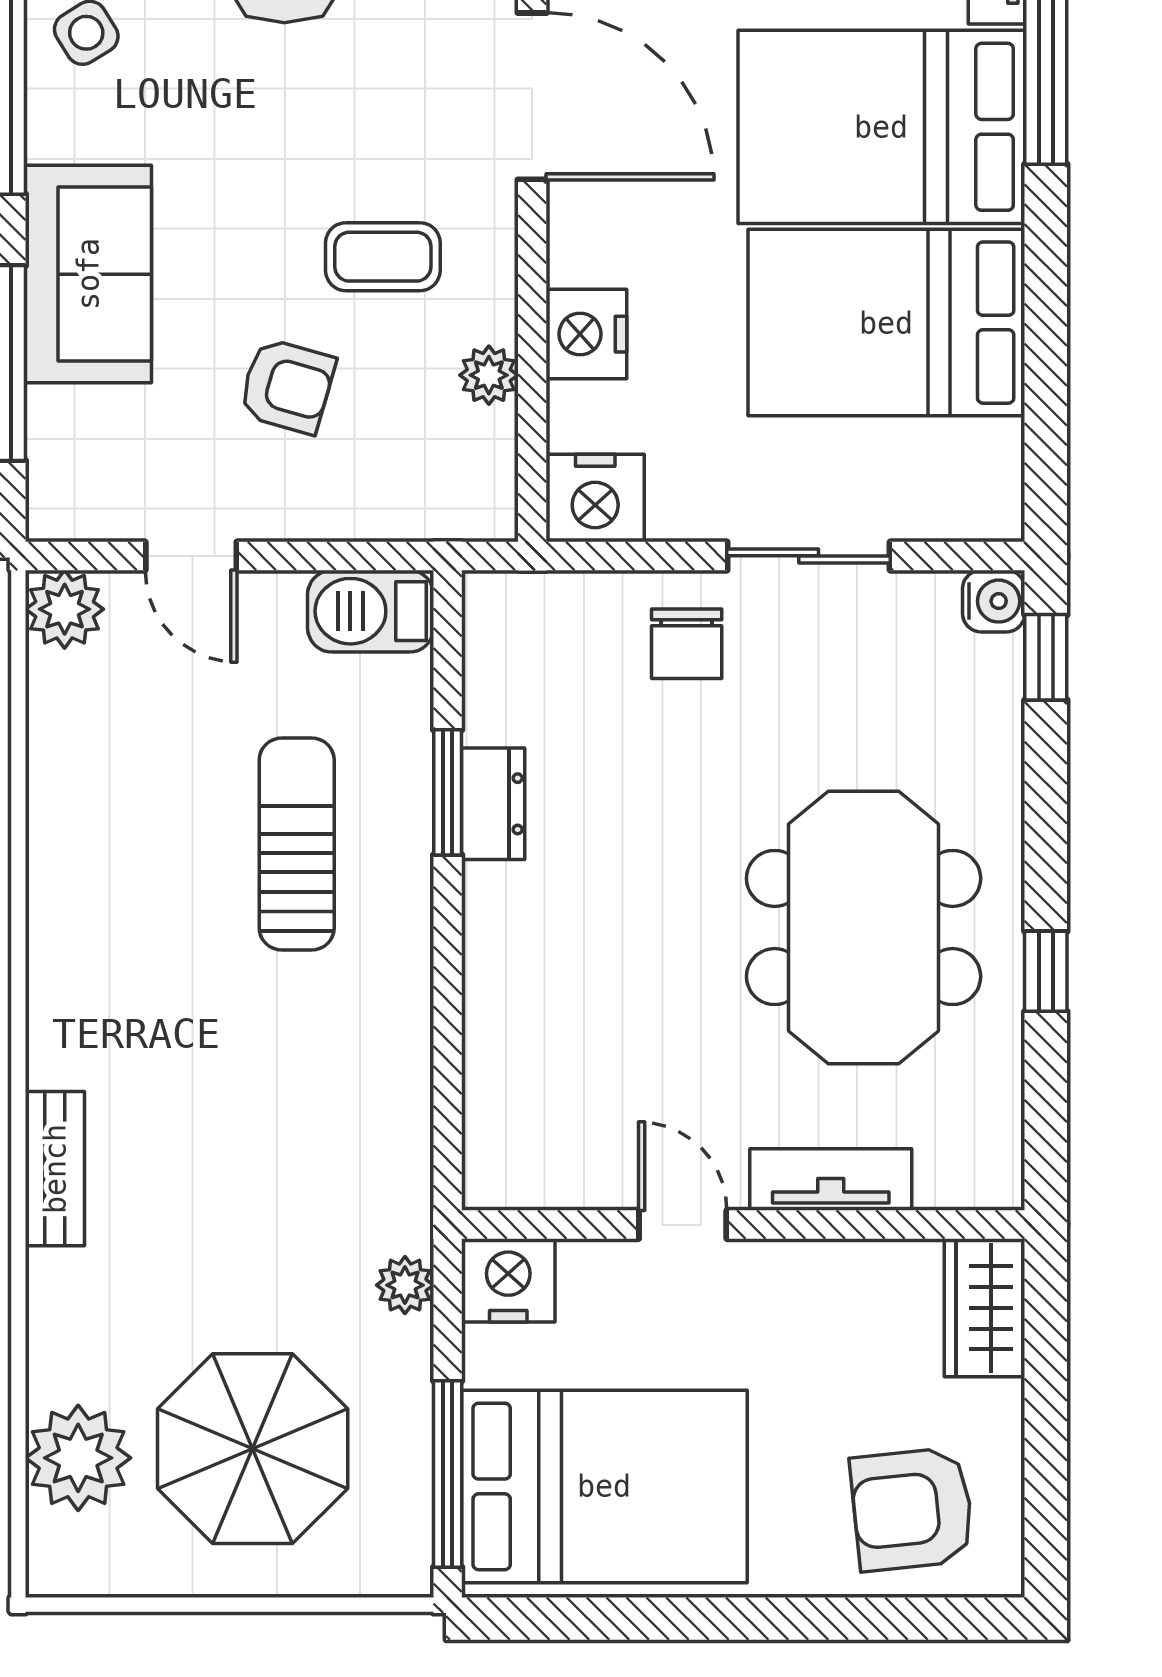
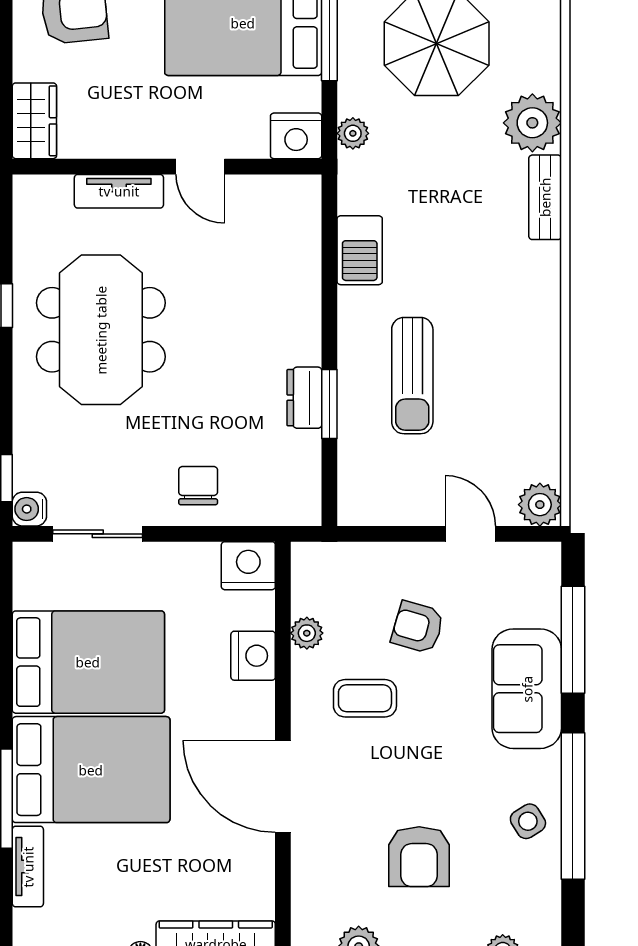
sliding door: (809, 556) -> (98, 534), moved
barbecue: (371, 611) -> (360, 250), moved, turned 90
plant: (78, 1458) -> (532, 123), moved

